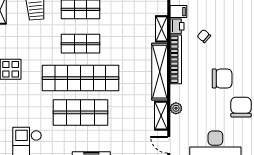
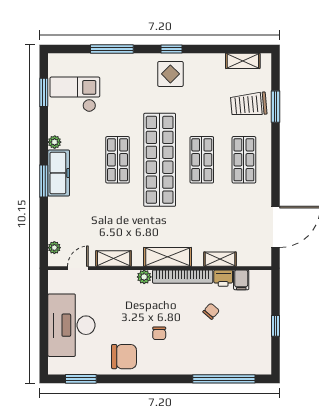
shelving: (160, 72) -> (168, 257), width x0.68
chair: (222, 78) -> (159, 333), width x0.54, depth x0.54
plant: (176, 108) -> (144, 277), moved
shop shelf: (81, 112) -> (118, 160), width x0.70, depth x0.74

